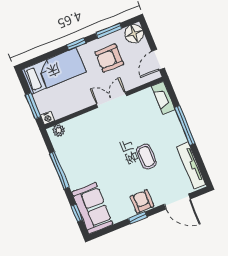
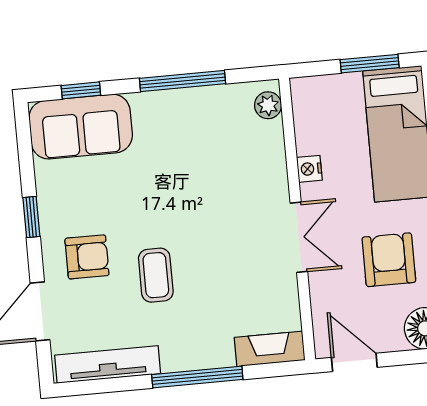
window: (33, 106) -> (370, 64), moved
nightstand: (48, 118) -> (309, 169), moved
coffee table: (146, 157) -> (156, 275), turned 90
armchair: (142, 201) -> (87, 257), moved

